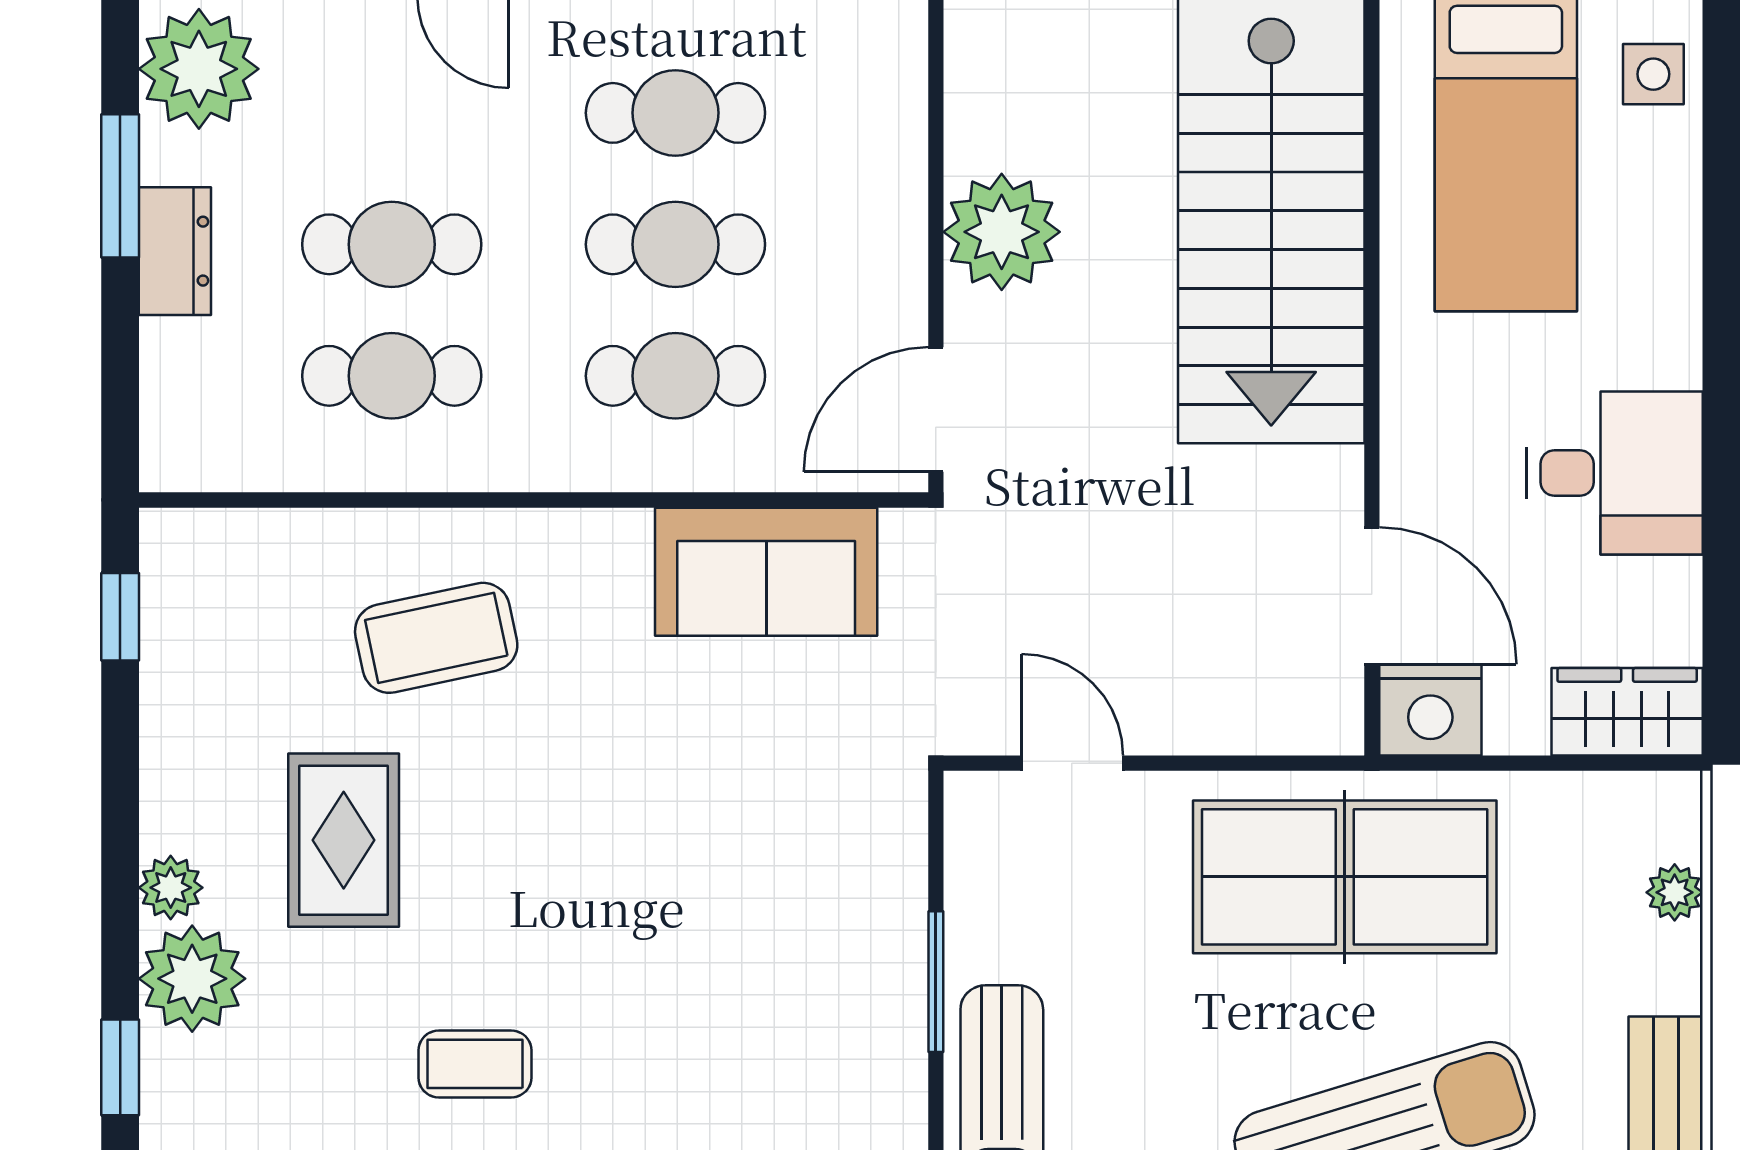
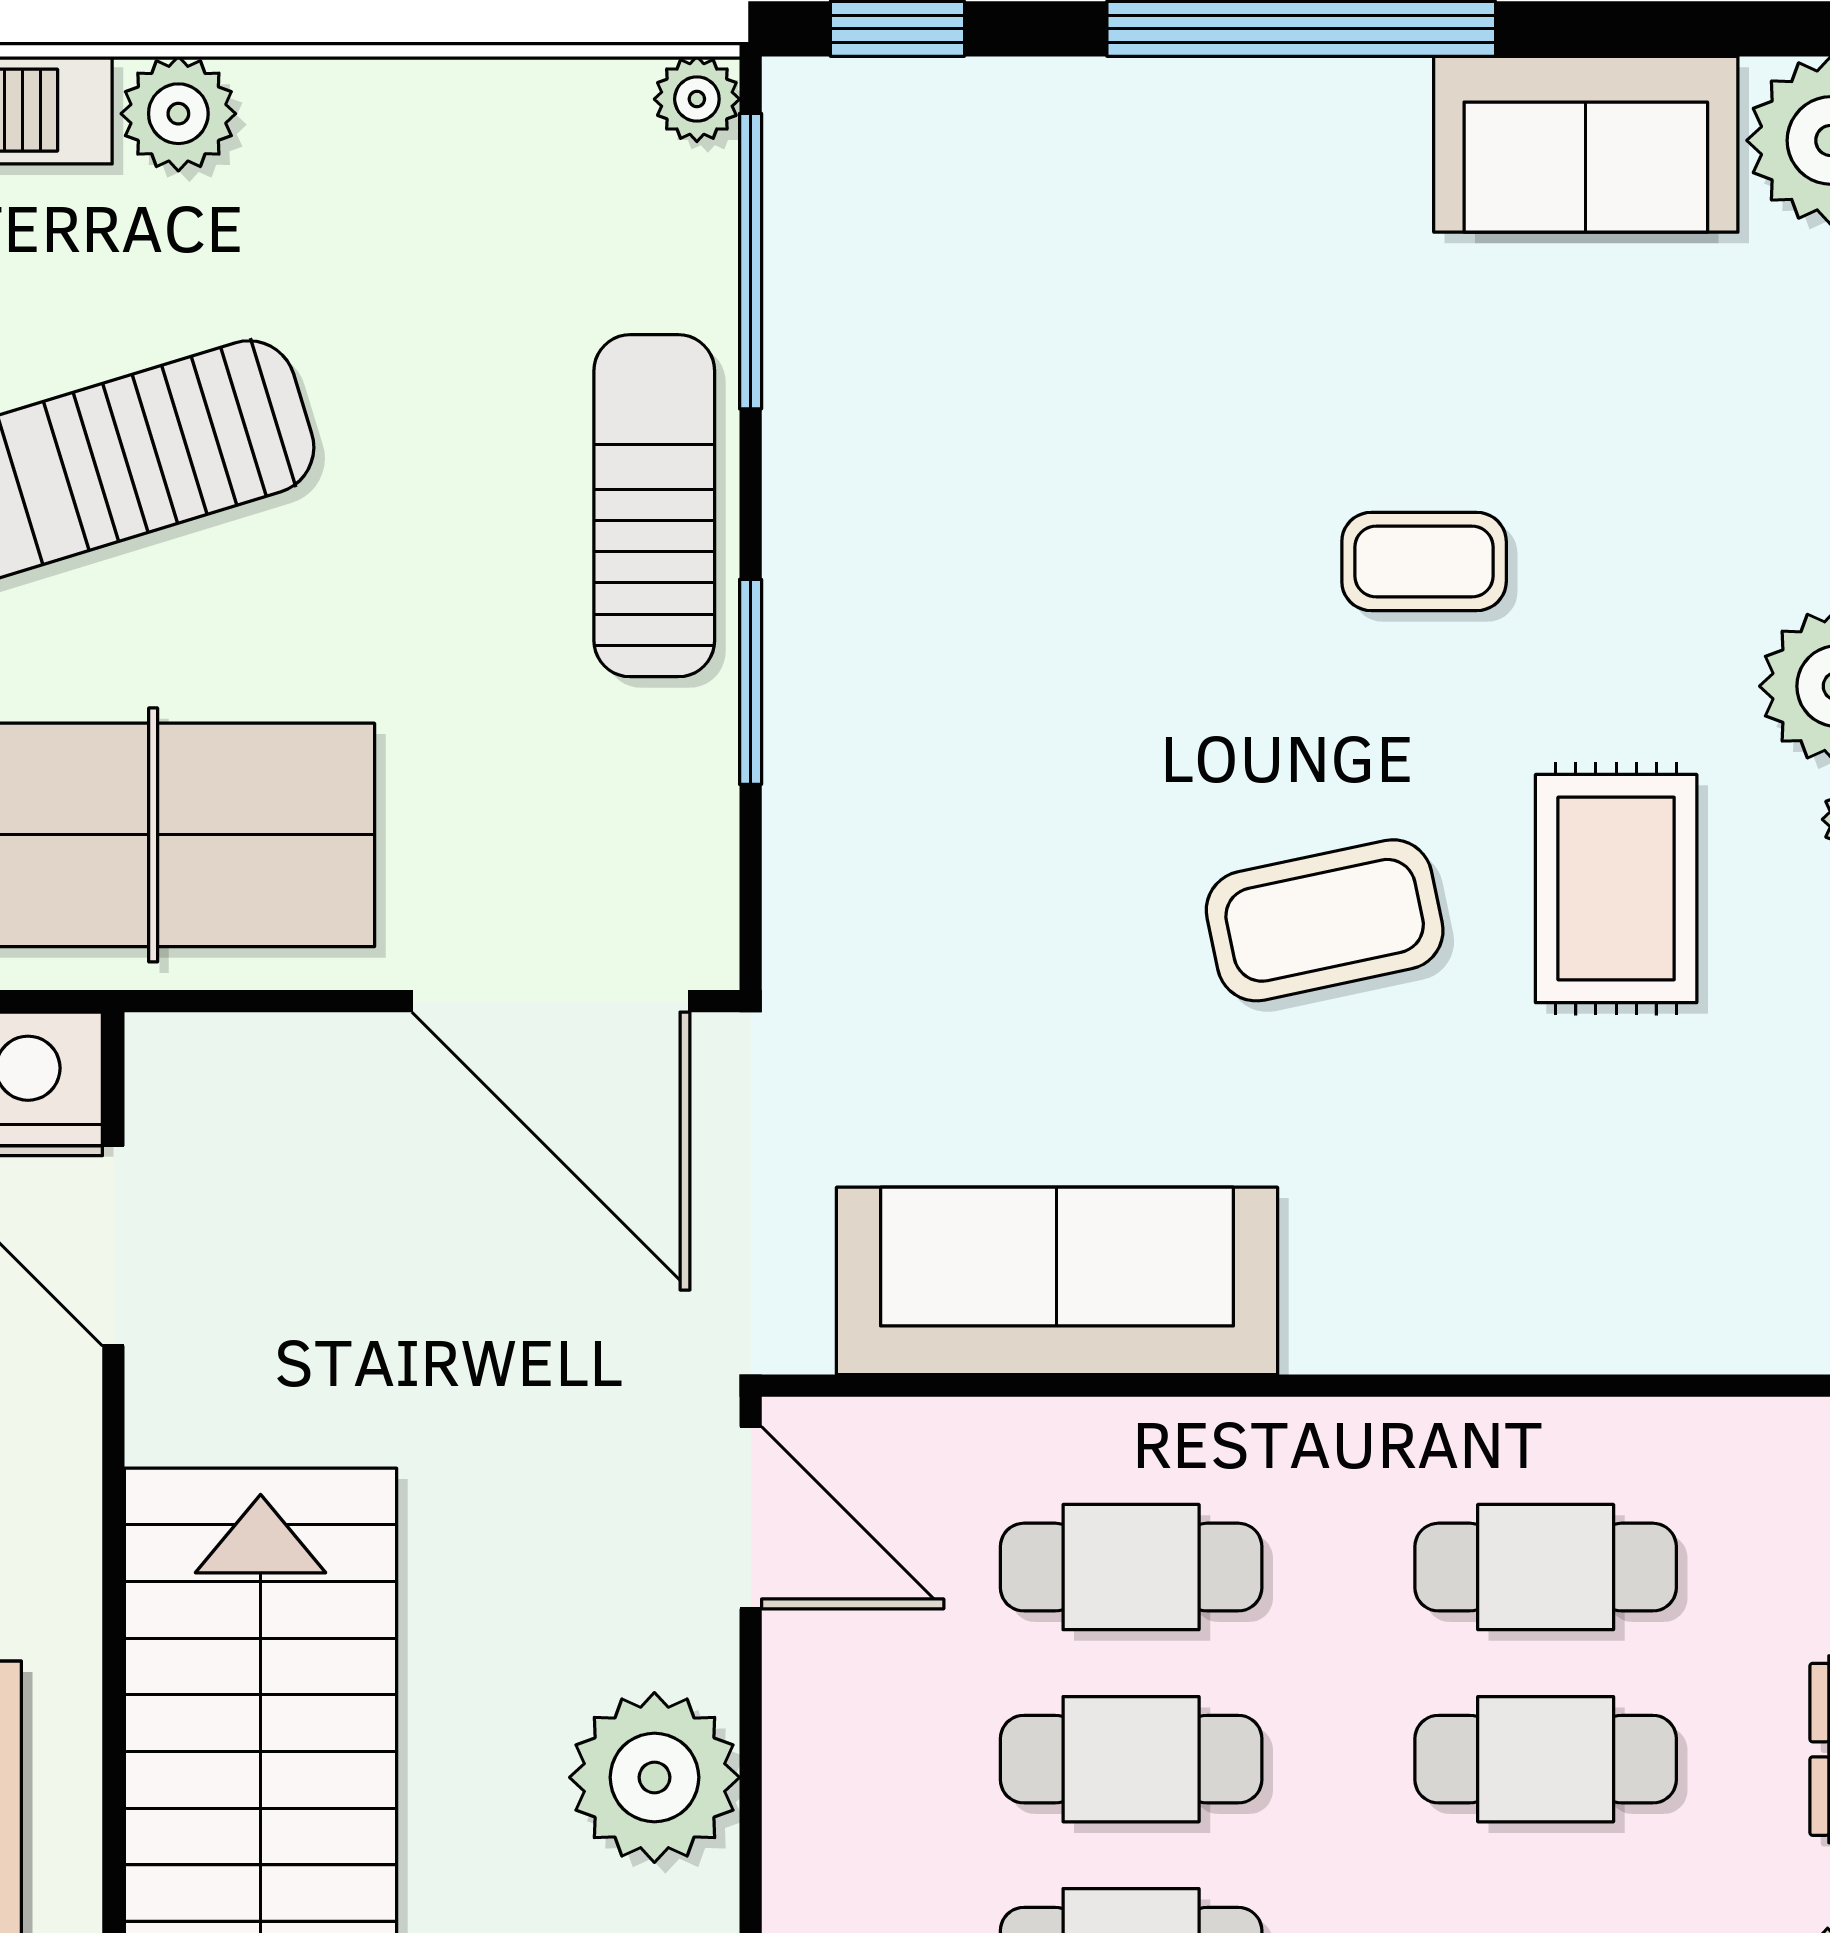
door: (936, 410) -> (751, 1518), hinge flipped
sofa: (766, 572) -> (1057, 1281), width x1.36
coffee table: (436, 638) -> (1325, 920), moved
door: (1072, 763) -> (551, 1001), width x1.87

